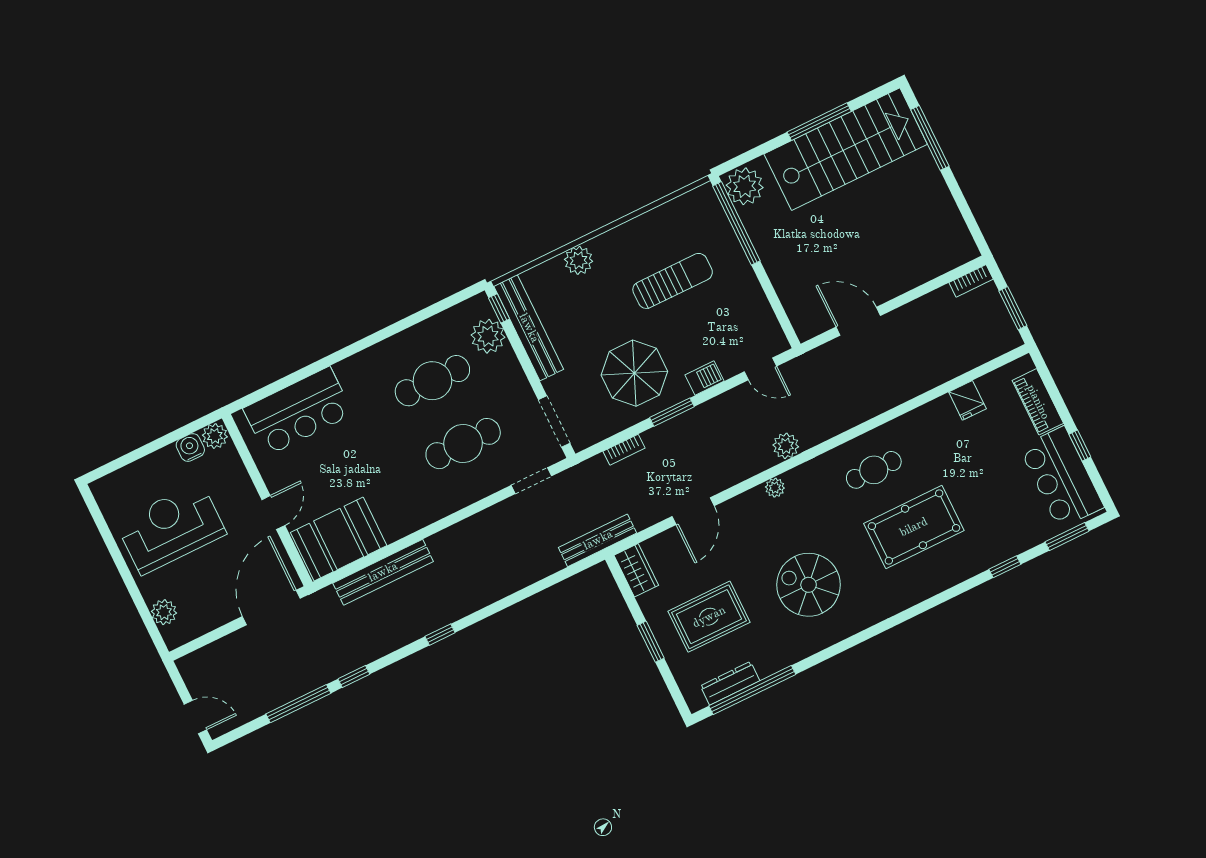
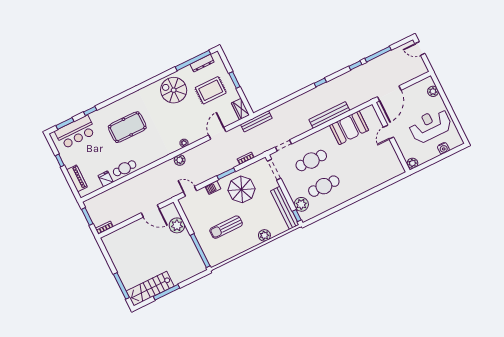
stairs: (846, 149) -> (150, 289), width x0.73, depth x0.66
plant: (745, 186) -> (177, 225), moved
bar counter: (298, 411) -> (379, 173), removed
water cooler: (190, 447) -> (443, 148), moved
cafe table: (874, 470) -> (125, 168), moved
bar counter: (1062, 477) -> (75, 132), moved, turned 90
reception desk: (171, 528) -> (430, 126), turned 180
booth: (339, 539) -> (349, 128), moved
bench: (383, 572) -> (329, 115), moved
spiral stairs: (809, 585) -> (174, 90), moved, turned 180

